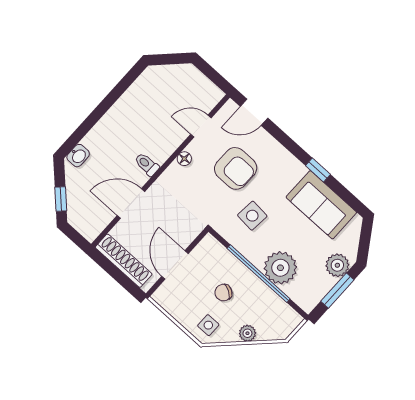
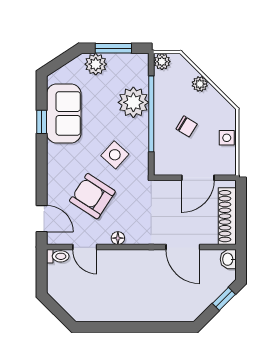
washbasin: (78, 156) -> (228, 259), moved, turned -90
toilet: (147, 164) -> (58, 256), moved, turned -90
armchair: (236, 168) -> (92, 196), turned -57
window: (318, 170) -> (42, 122), moved
side table: (252, 216) -> (115, 155), turned 37
plant: (292, 319) -> (162, 62), added
side table: (208, 325) -> (227, 138), moved

